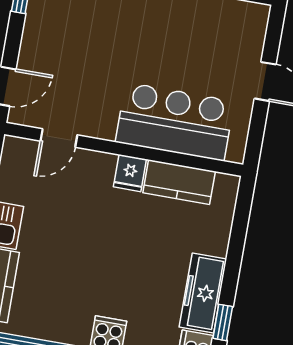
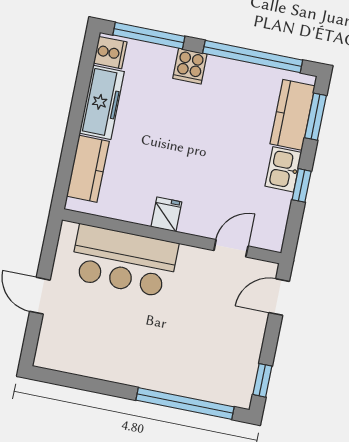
kitchen counter: (179, 182) -> (88, 169), moved, turned 90
window: (223, 322) -> (84, 75), removed

